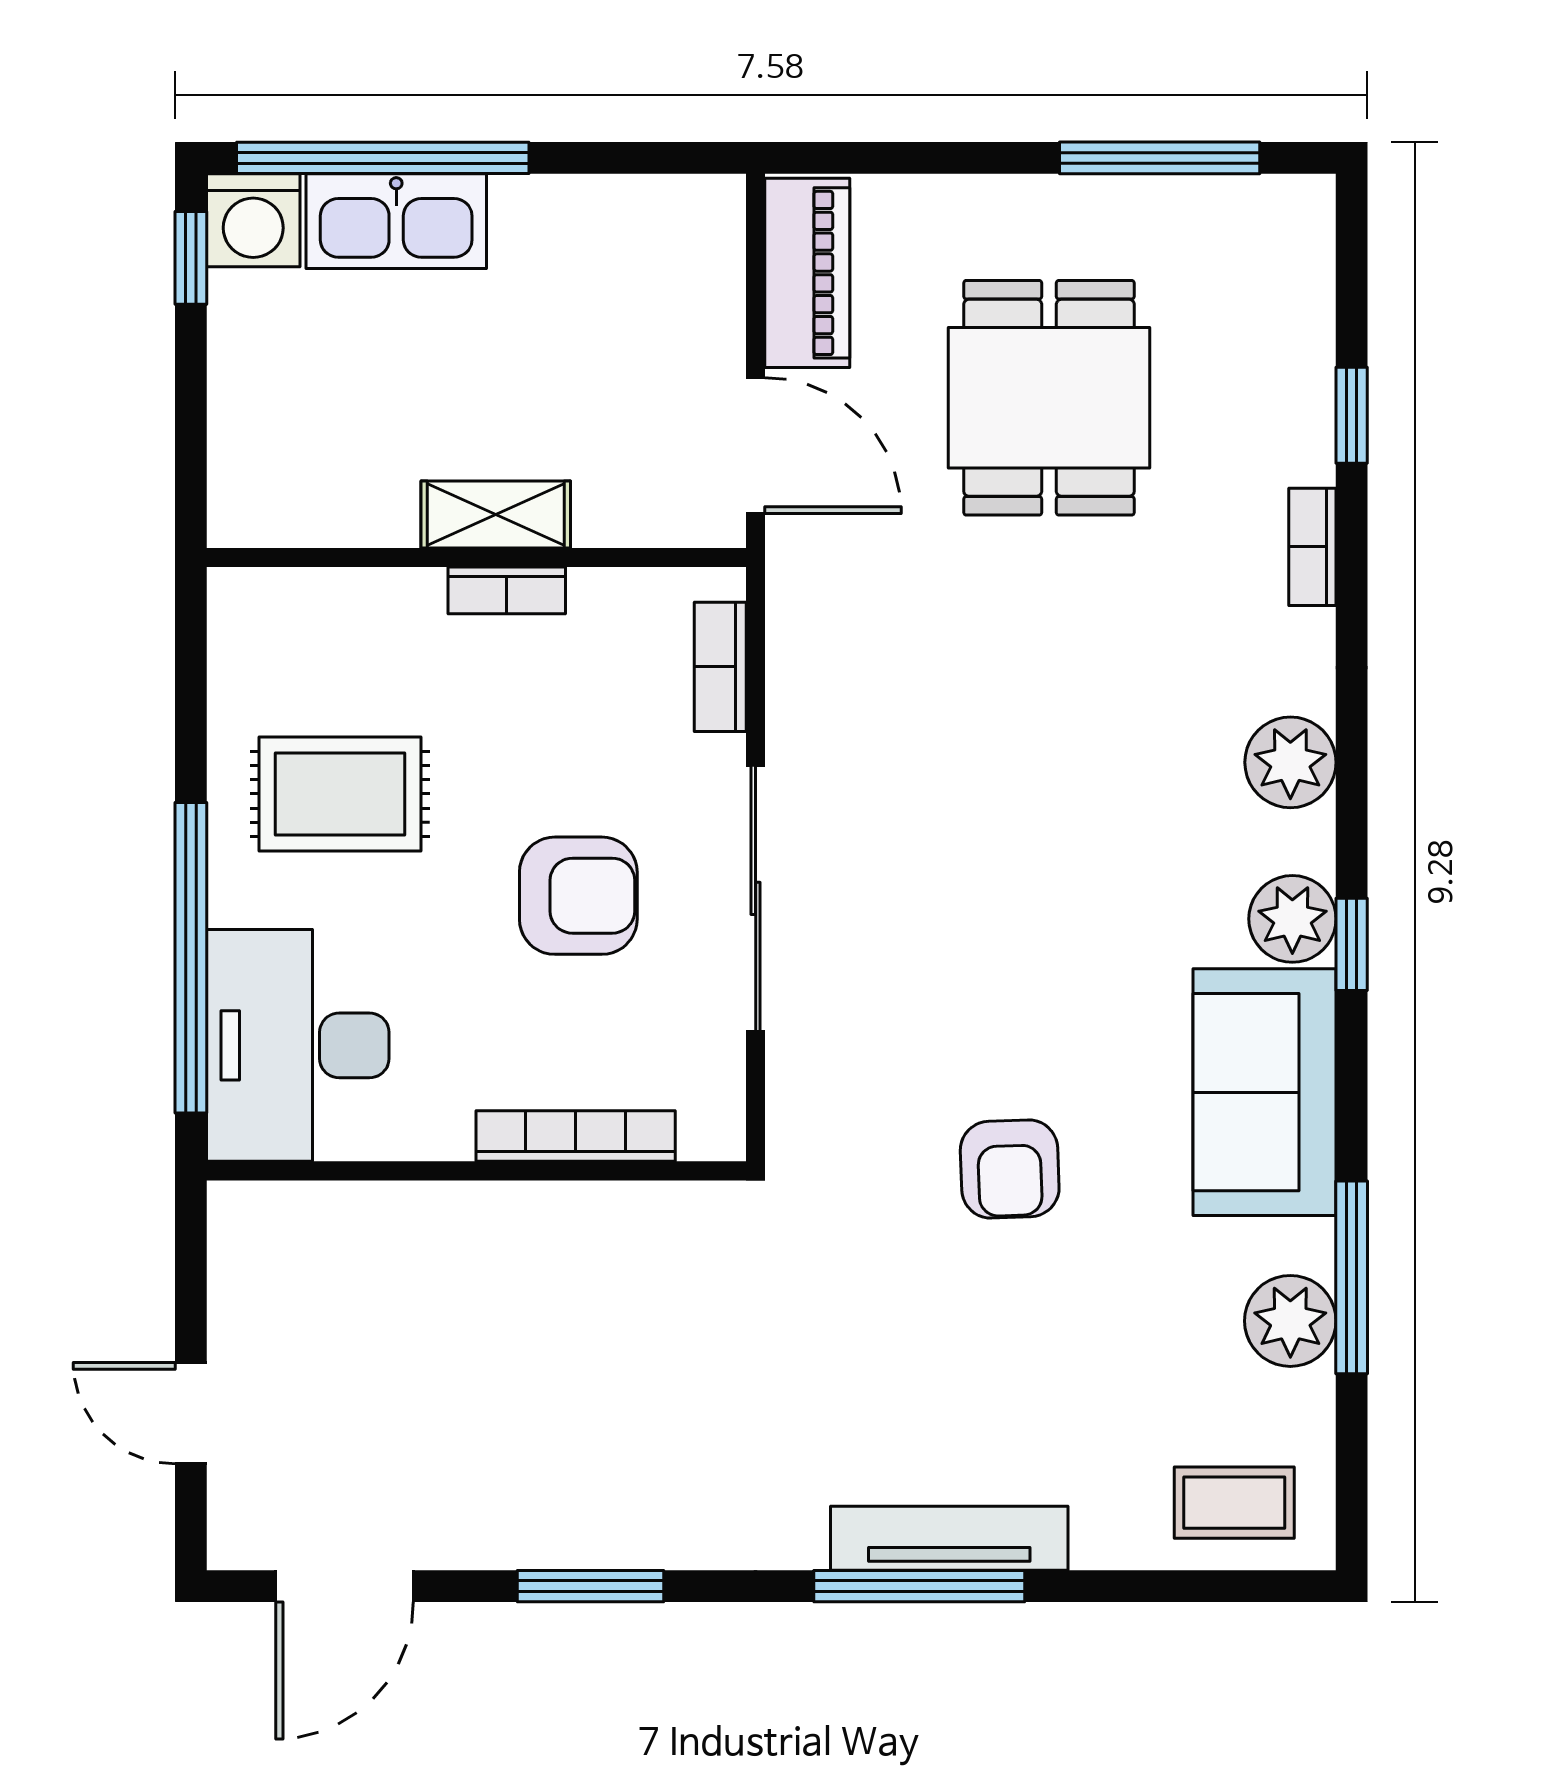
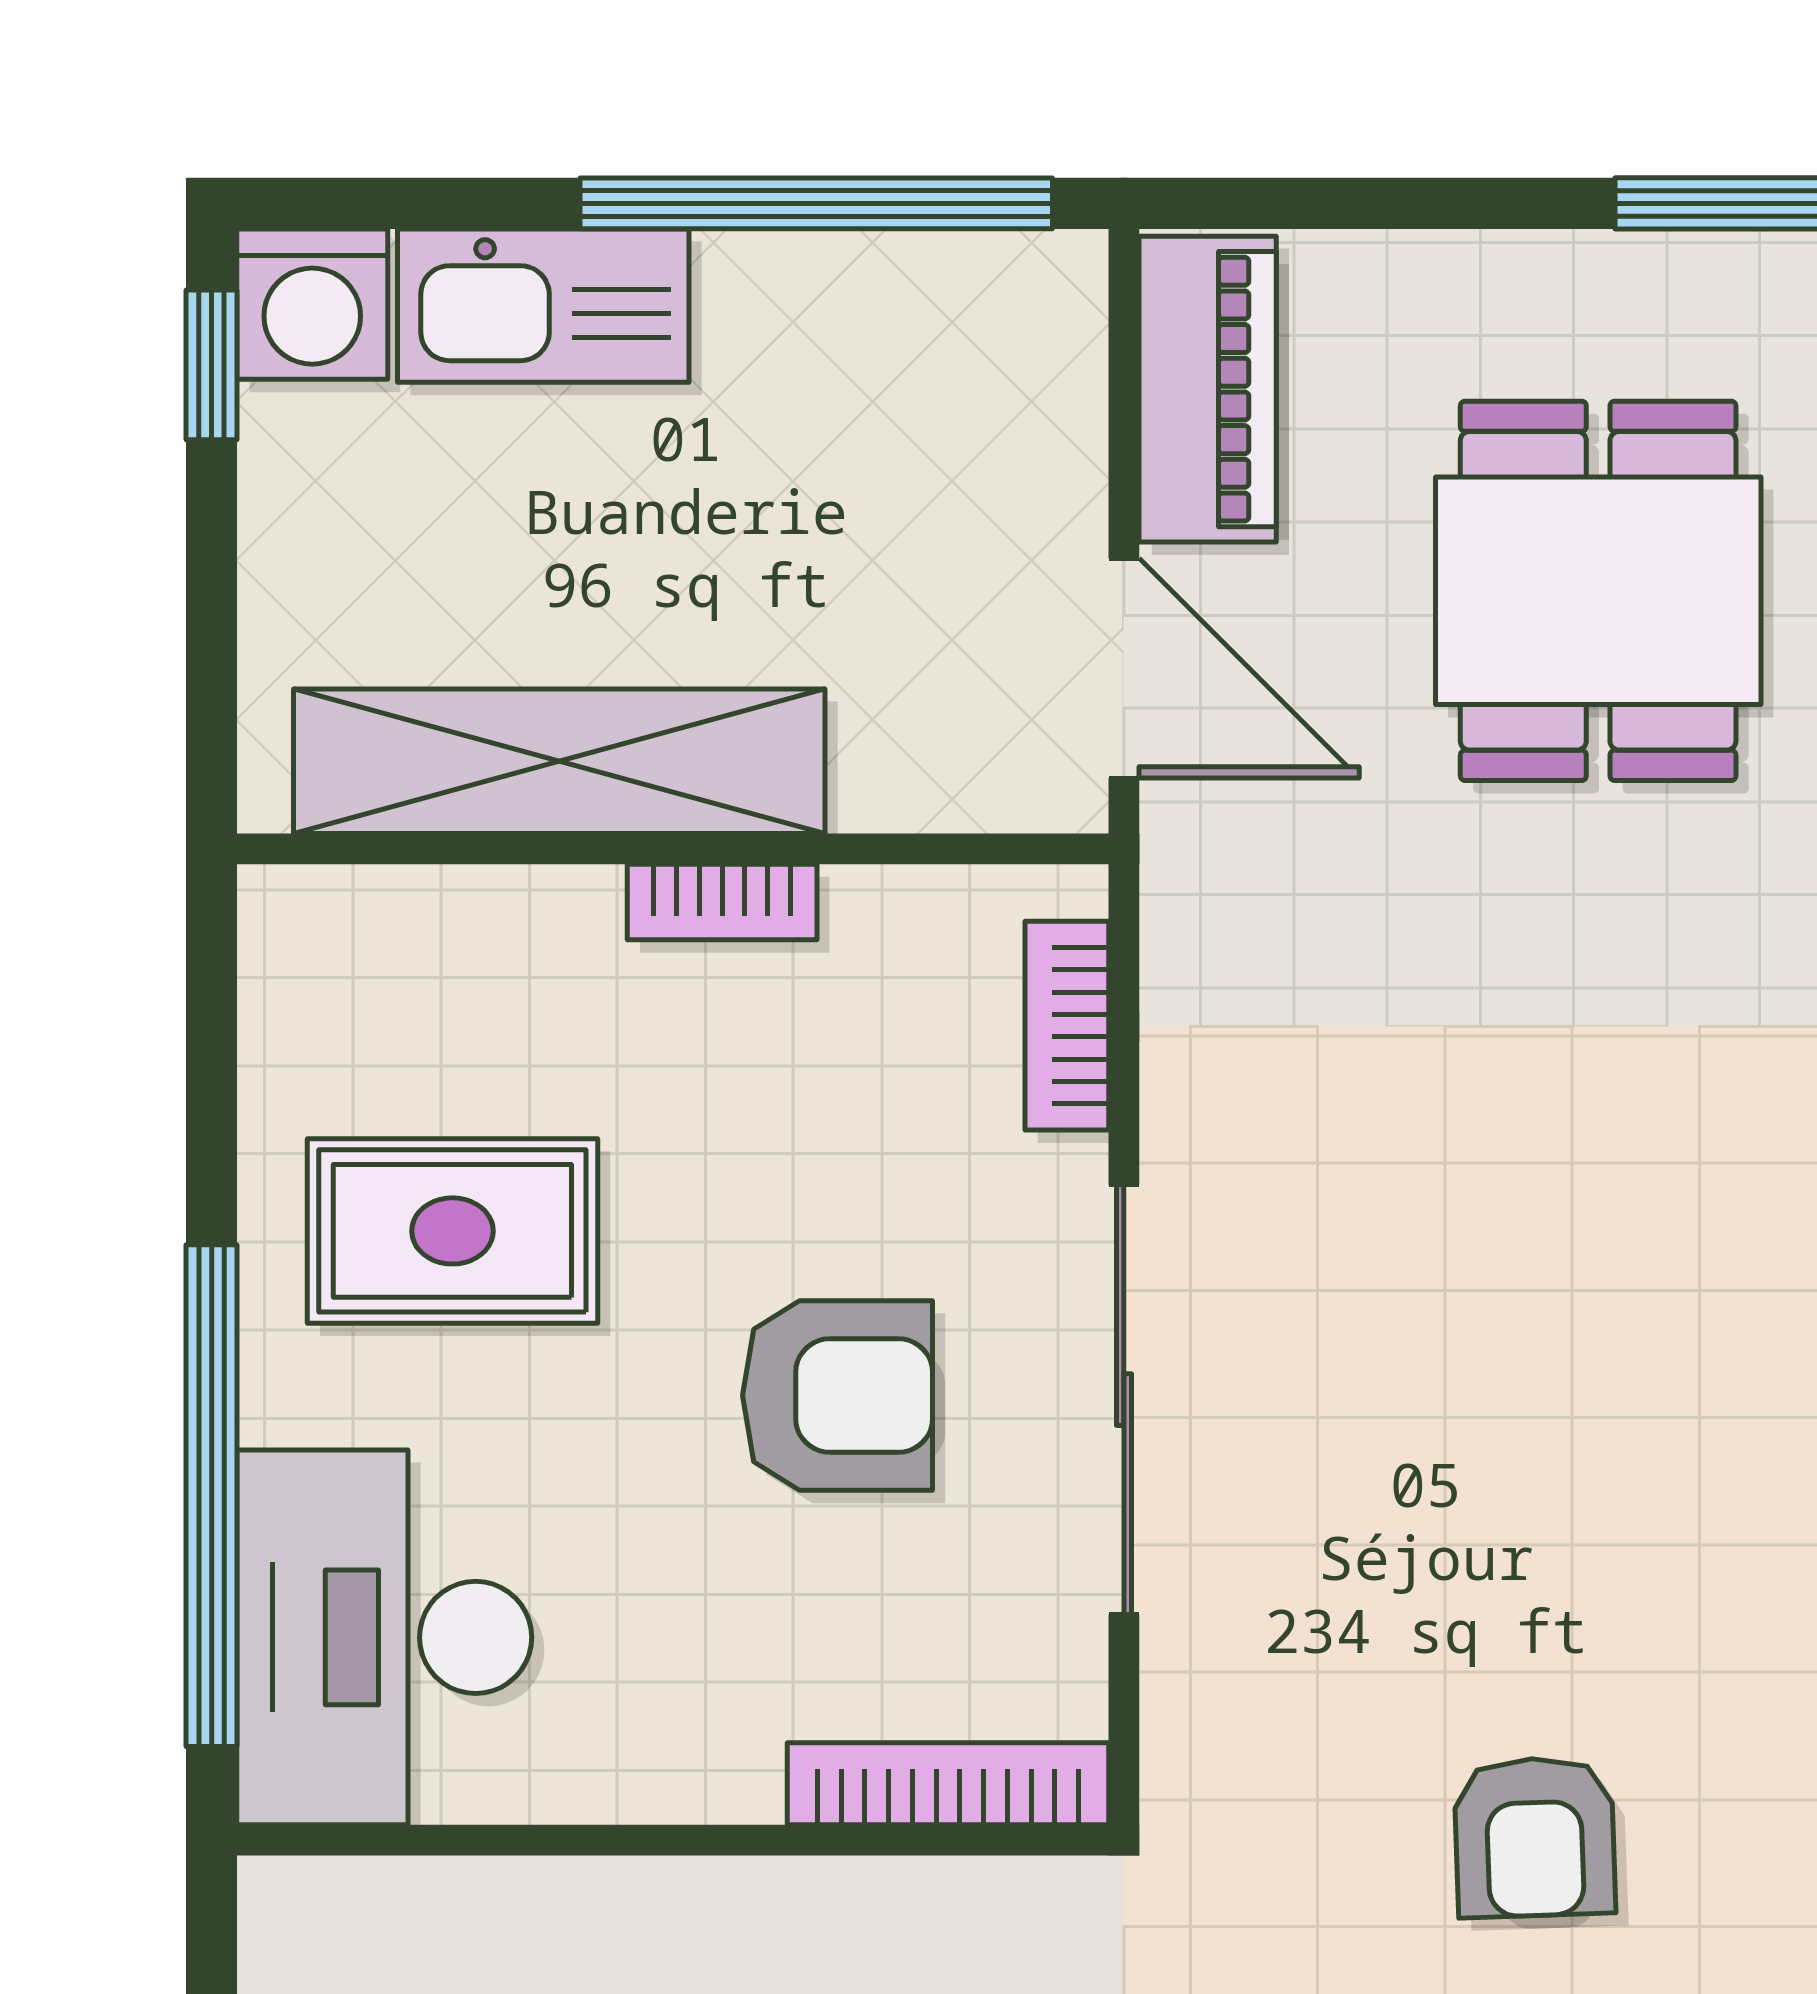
window: (383, 158) -> (816, 203), moved
shelving: (496, 514) -> (559, 761), width x2.20, depth x1.33
bookcase: (576, 1136) -> (948, 1784), moved

